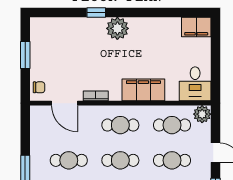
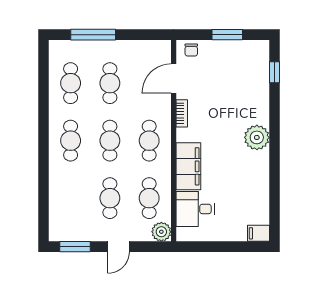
window: (96, 13) -> (274, 72), moved
filing cabinet: (196, 27) -> (258, 233), width x0.50
desk: (195, 84) -> (195, 209), moved

